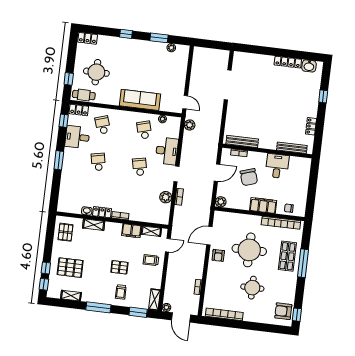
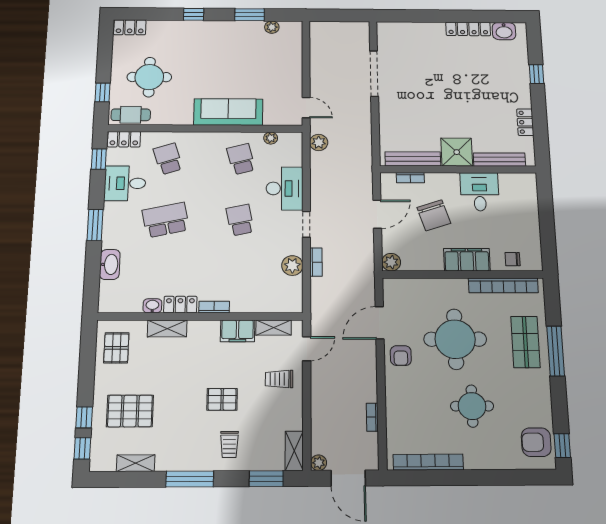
shower: (268, 140) -> (457, 152), added
school desk: (98, 162) -> (166, 220), width x1.85
washbasin: (65, 184) -> (110, 264), added

